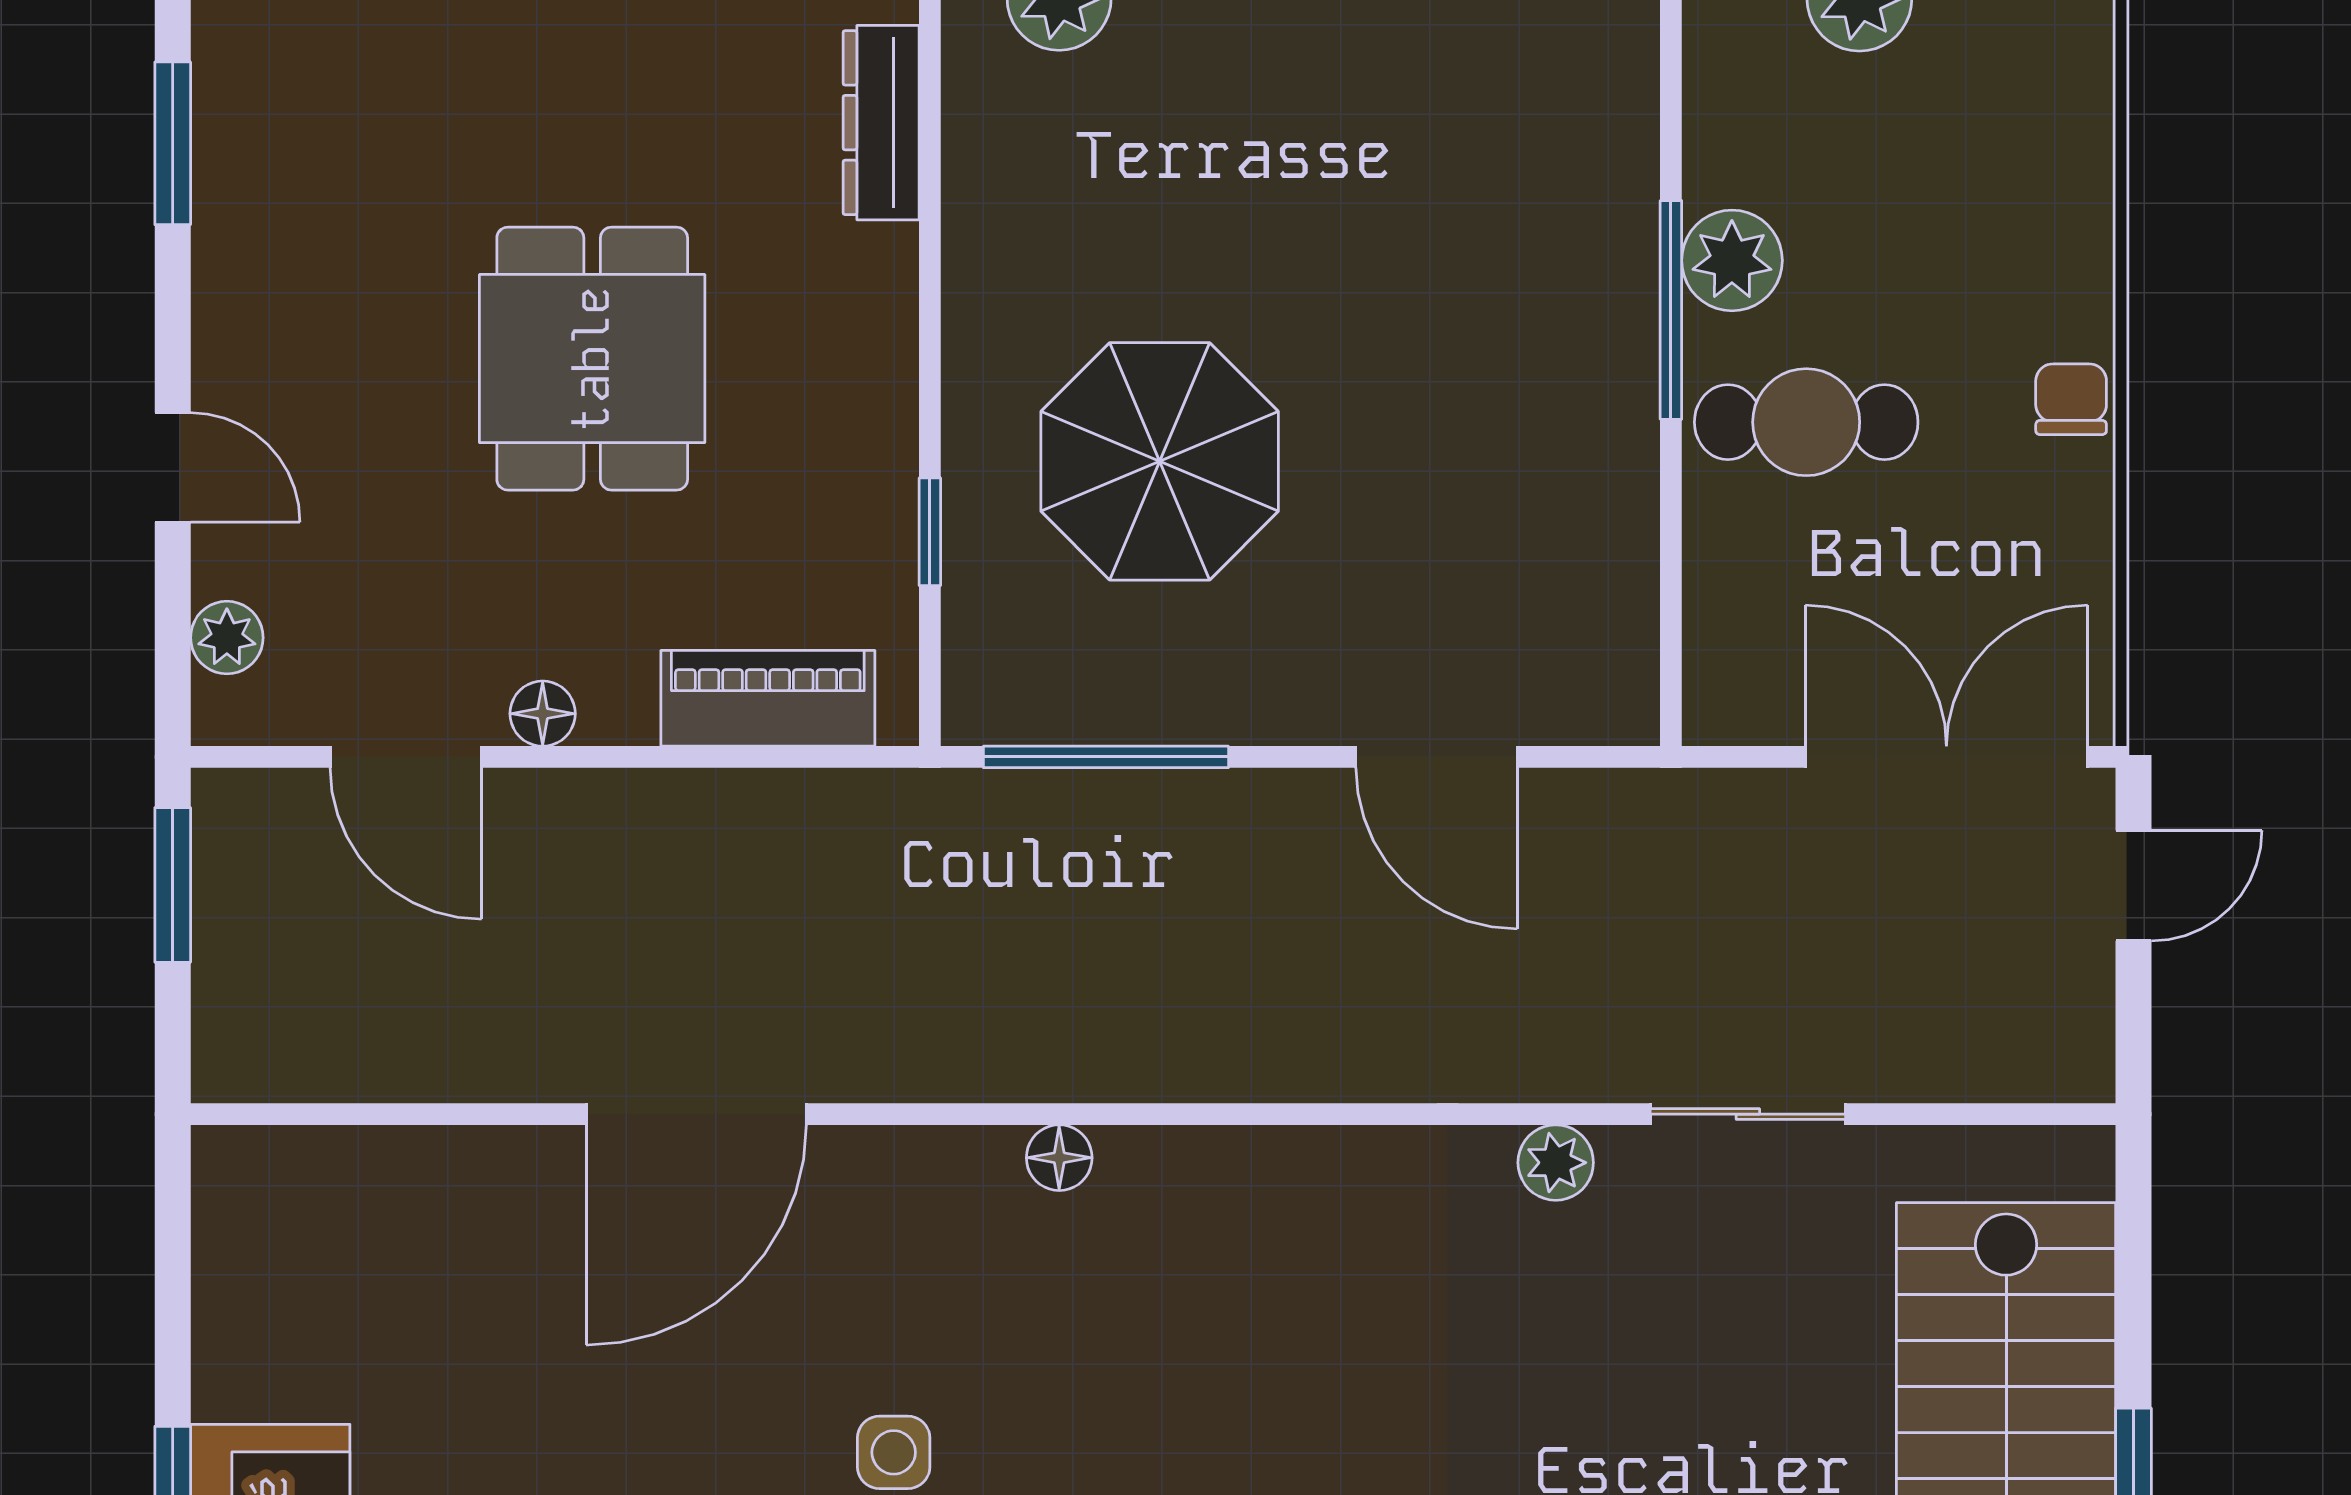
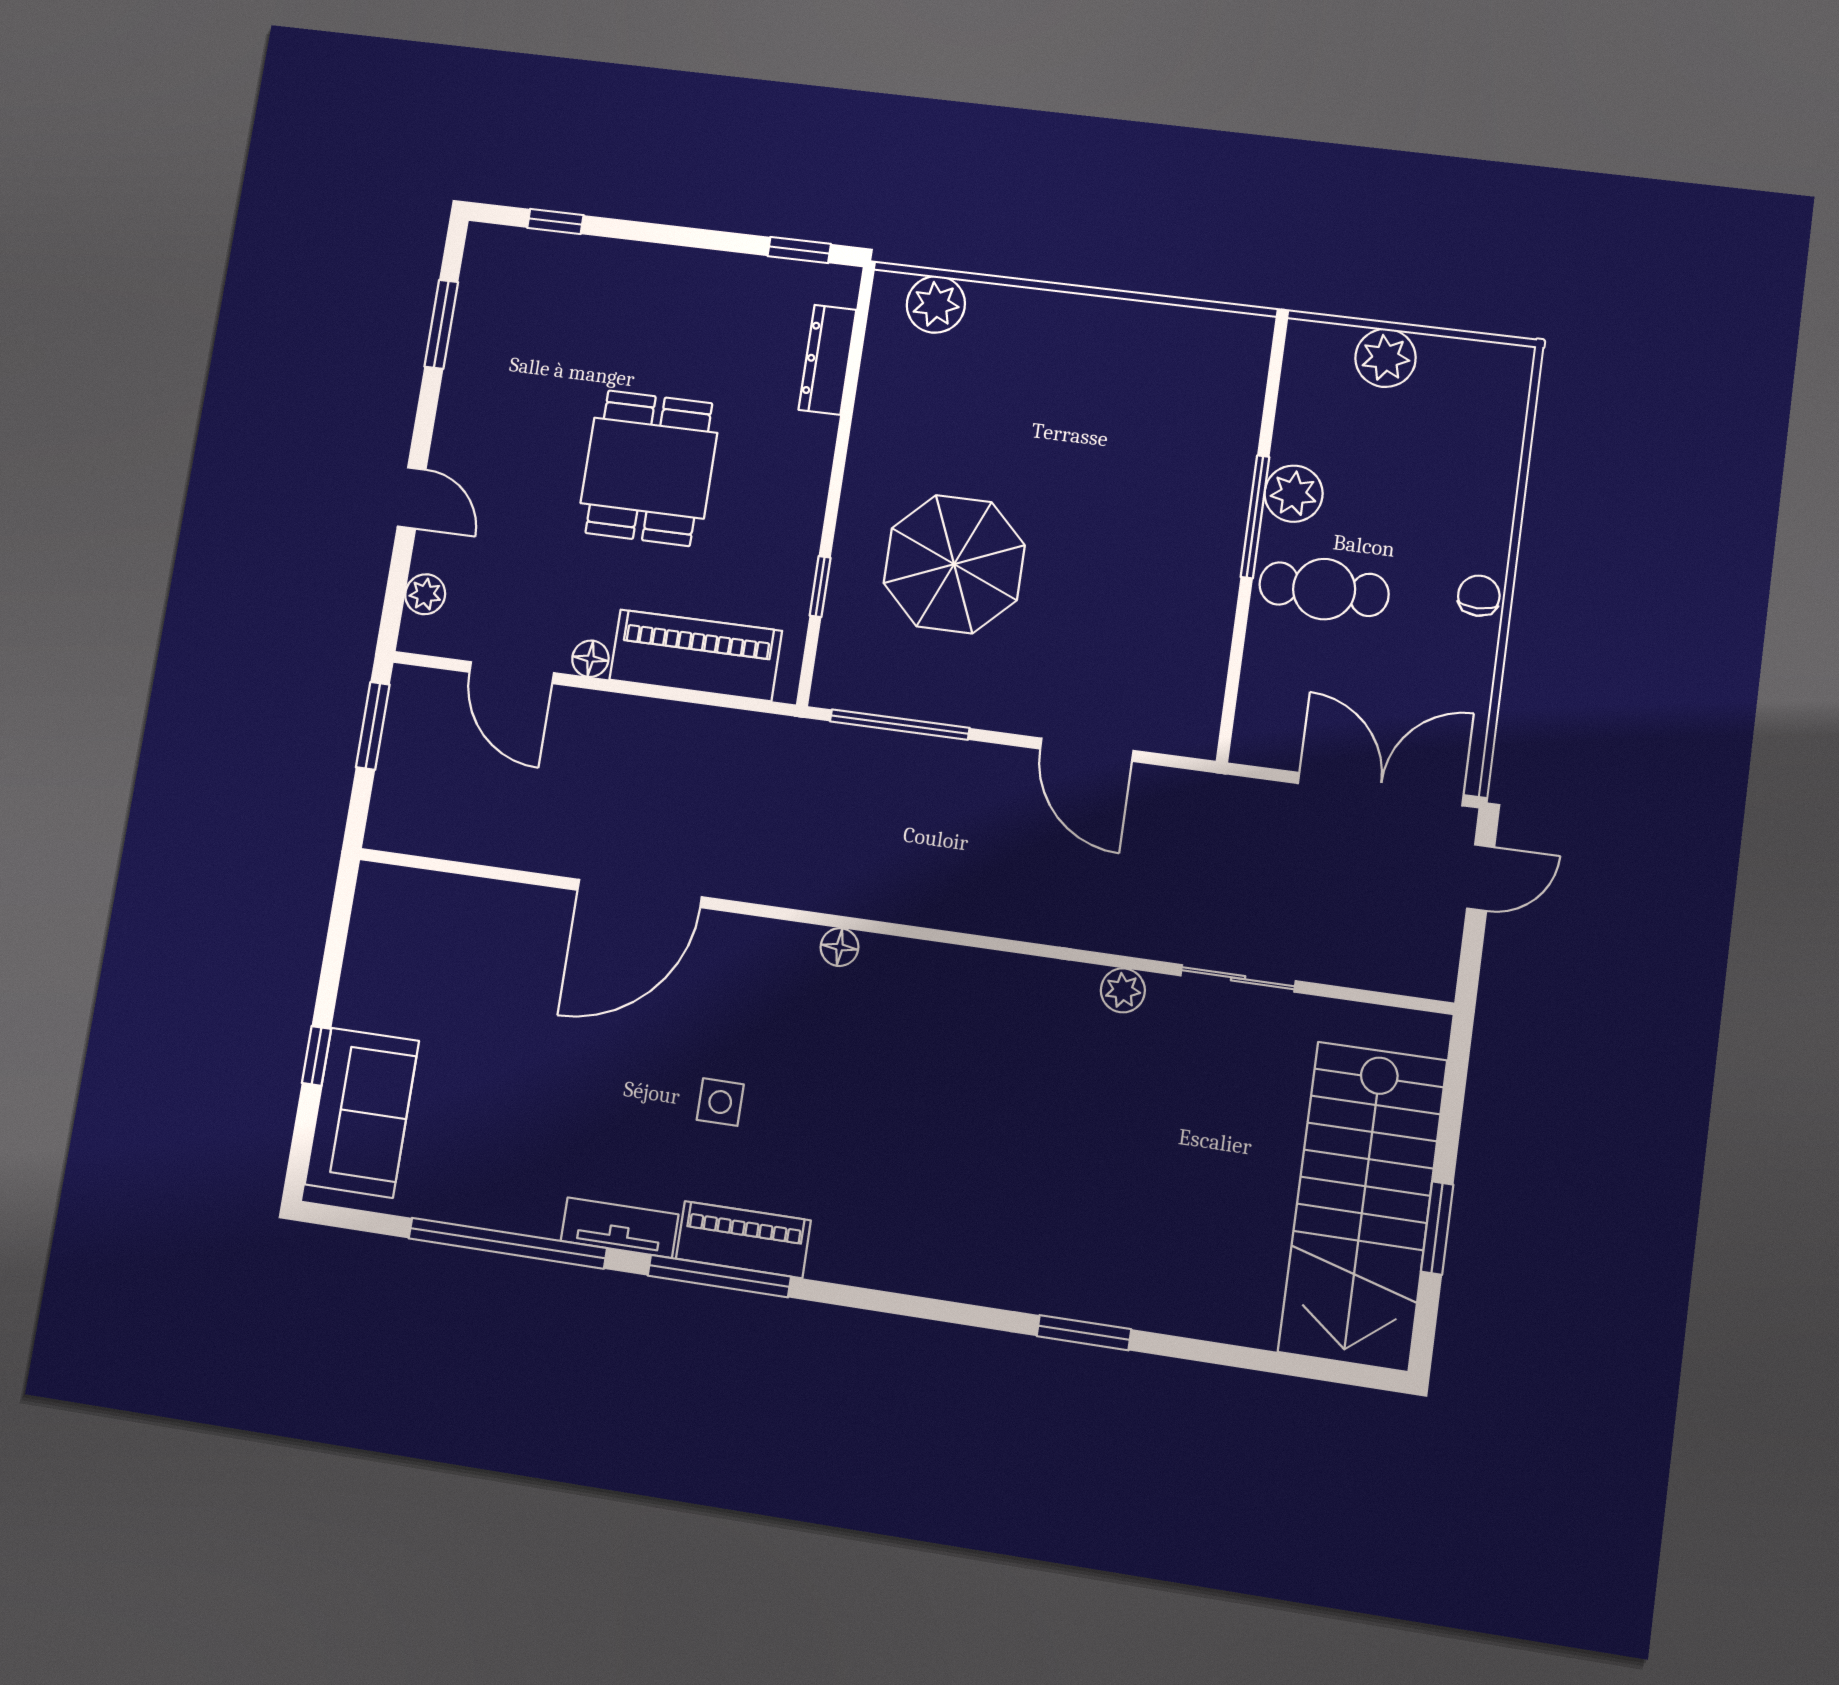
piano: (768, 698) -> (696, 655), width x1.37, depth x1.33

